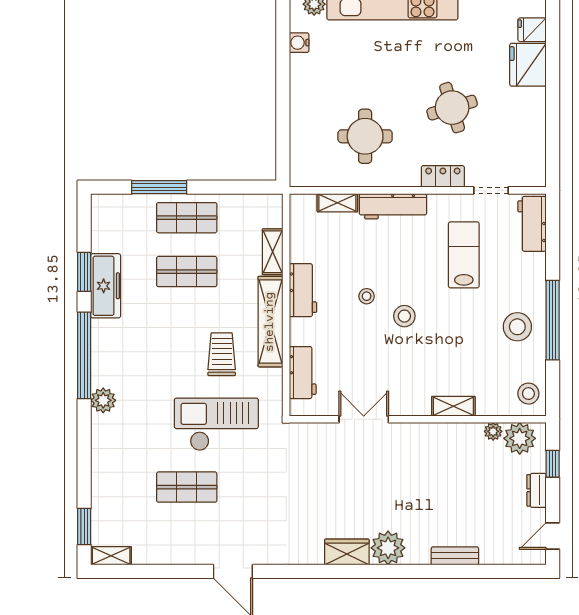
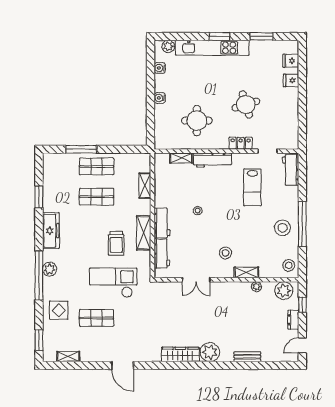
fridge: (528, 65) -> (291, 80), width x0.53, depth x0.75
water cooler: (299, 96) -> (160, 98), added
lab bench: (464, 255) -> (252, 187), turned 180
freezer: (106, 286) -> (51, 231), moved
workbench: (303, 290) -> (162, 223), moved
stool: (404, 316) -> (225, 253), moved
shelving: (270, 322) -> (144, 233), width x0.68
trolley: (222, 354) -> (116, 243), turned 180
window: (84, 355) -> (39, 276), moved
double door: (364, 419) -> (196, 280), swing flipped
plant: (493, 431) -> (256, 287), moved
display table: (119, 473) -> (59, 310), added
wardrobe: (347, 552) -> (180, 354), width x1.50
shelving: (111, 556) -> (68, 357), moved

